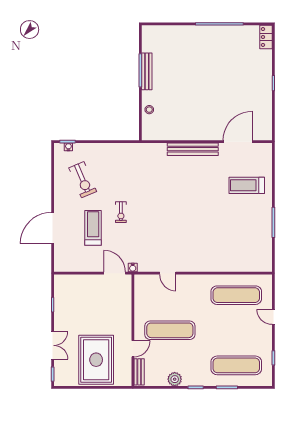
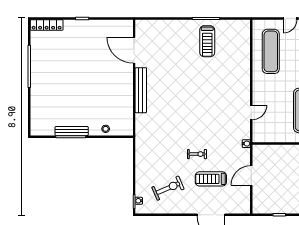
locker: (266, 37) -> (47, 25), width x1.53
treadmill: (247, 185) -> (207, 41), moved
door: (115, 273) -> (251, 176), moved

